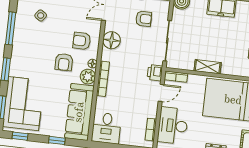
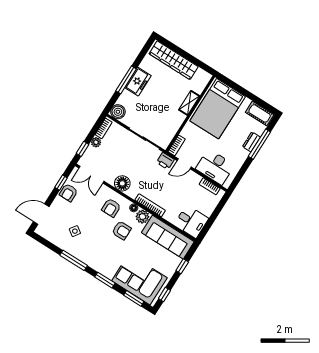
armchair: (144, 19) -> (117, 149), removed
shelving: (208, 67) -> (189, 103), moved
door: (161, 93) -> (184, 164), swing flipped

